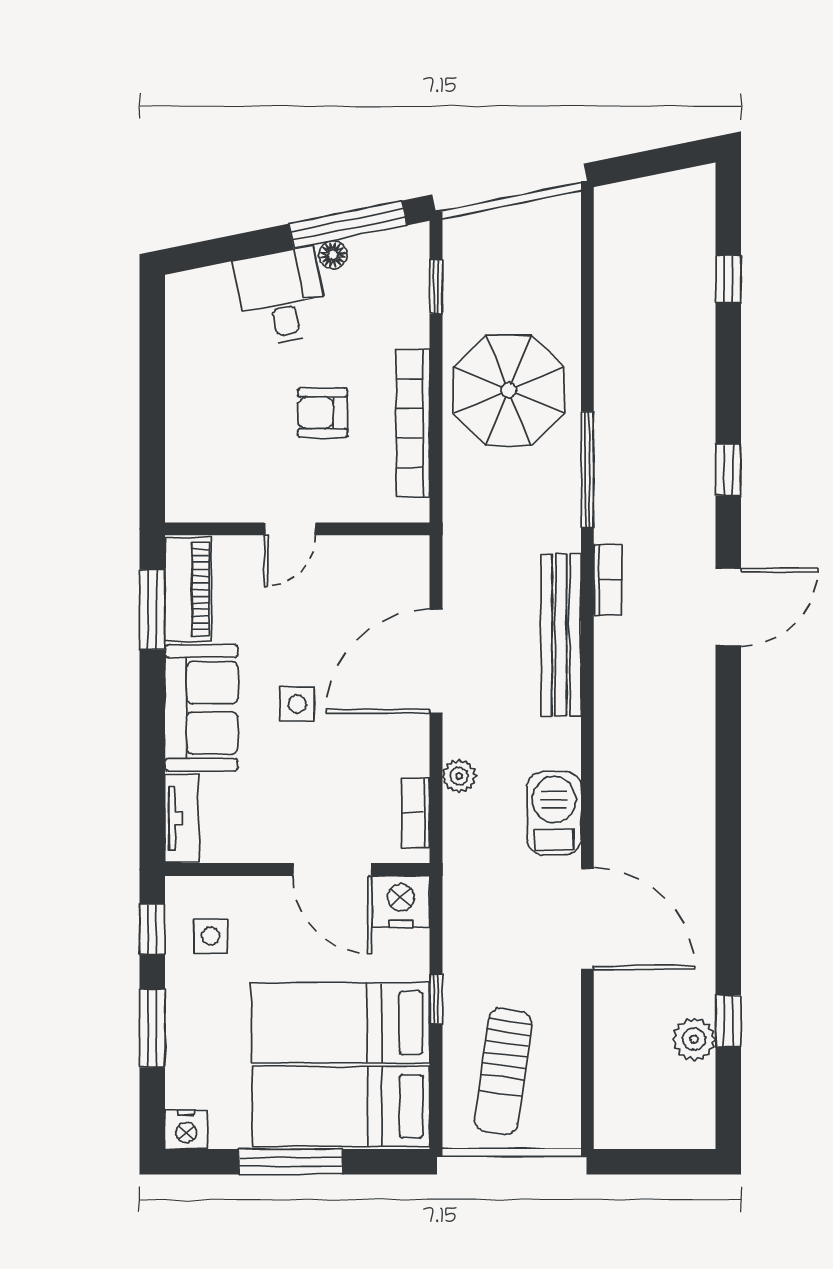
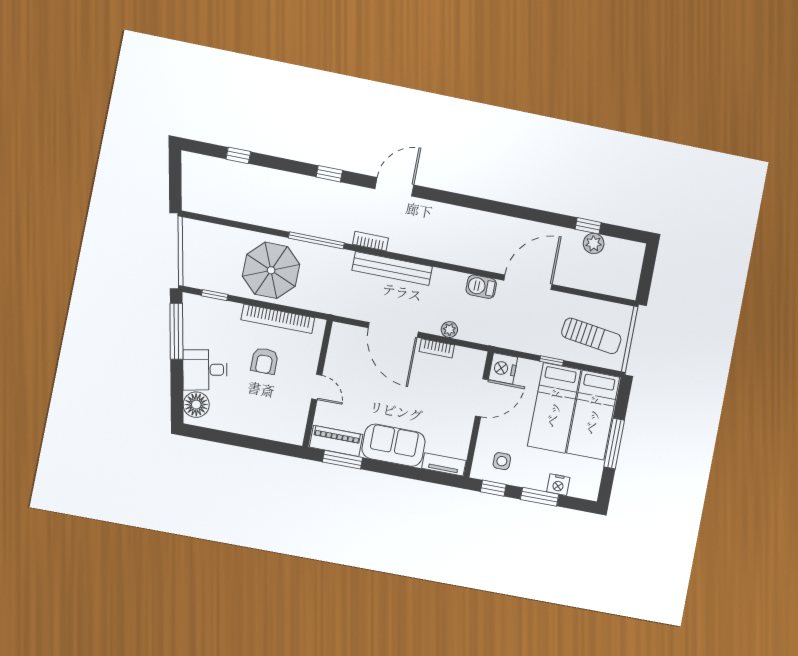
floor lamp: (333, 255) -> (196, 405), moved, width x1.89, depth x1.89
door: (728, 607) -> (394, 187), hinge flipped
side table: (297, 704) -> (401, 399), removed
bookcase: (416, 813) -> (437, 348), moved
barbecue: (554, 813) -> (481, 287), width x0.73, depth x0.79
nightstand: (186, 1129) -> (558, 485), moved, turned 90

